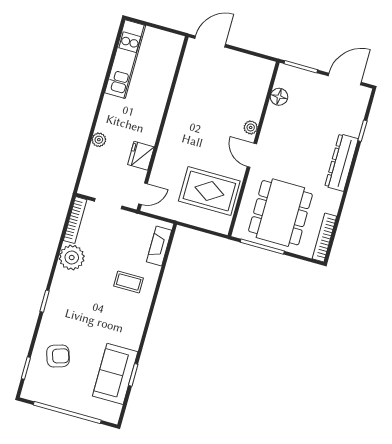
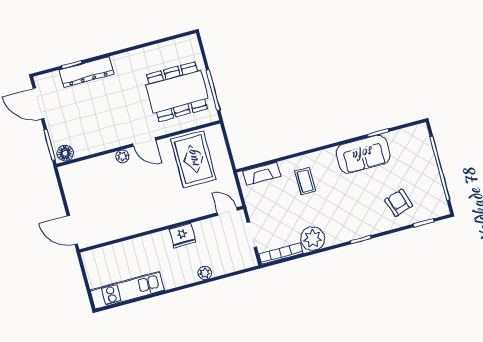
floor lamp: (279, 97) -> (65, 153), moved
door: (252, 155) -> (144, 142), hinge flipped
fridge: (141, 156) -> (182, 235), moved
dresser: (341, 163) -> (87, 72), moved
bookcase: (324, 237) -> (176, 44), removed
sofa: (115, 374) -> (363, 154), moved

